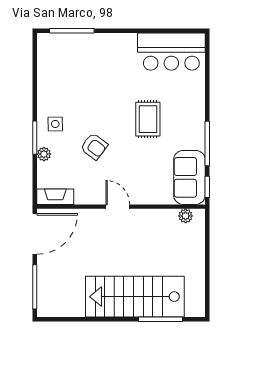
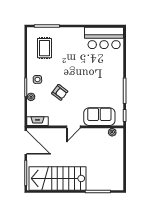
rug: (148, 119) -> (45, 48), moved
sofa: (189, 177) -> (99, 117), moved, turned 90
door: (118, 207) -> (73, 127), swing flipped
door: (35, 234) -> (26, 143), hinge flipped
stairs: (135, 297) -> (57, 178), moved

